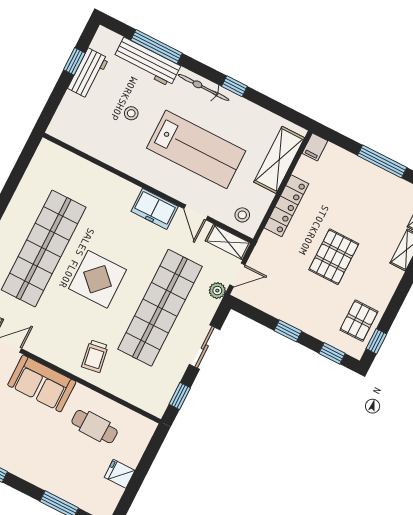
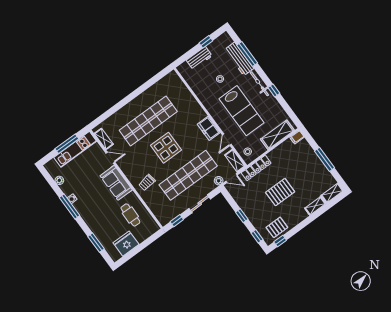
workbench: (88, 73) -> (199, 58), moved
locker: (286, 206) -> (256, 168), moved
fridge: (120, 474) -> (126, 244), width x1.88, depth x1.34

